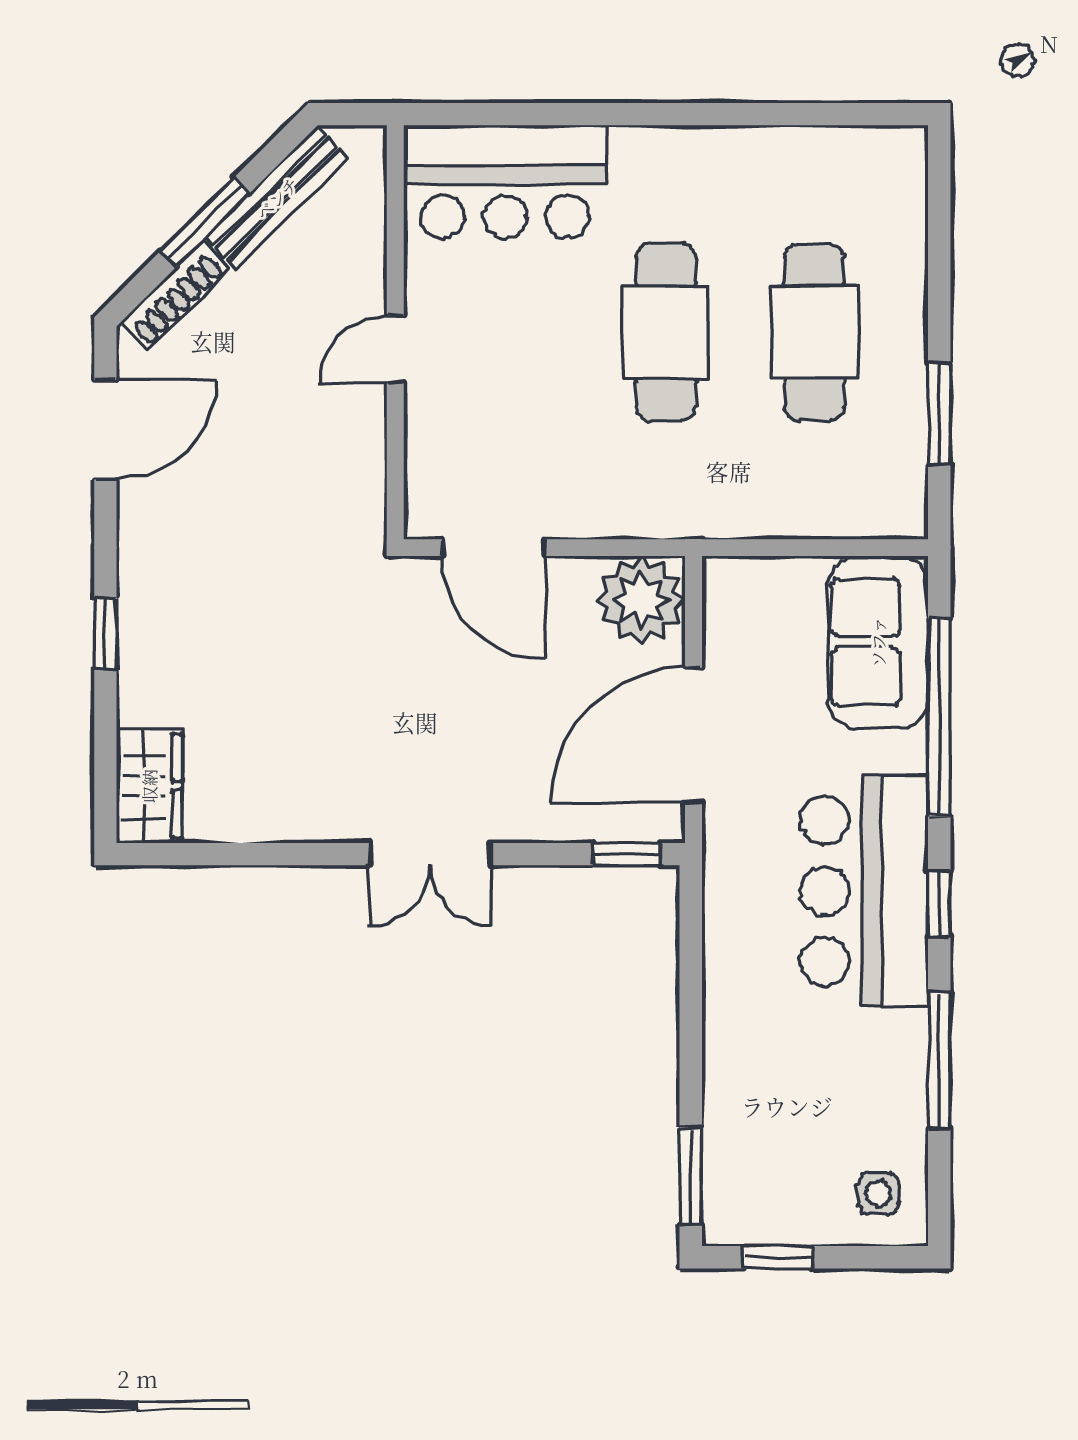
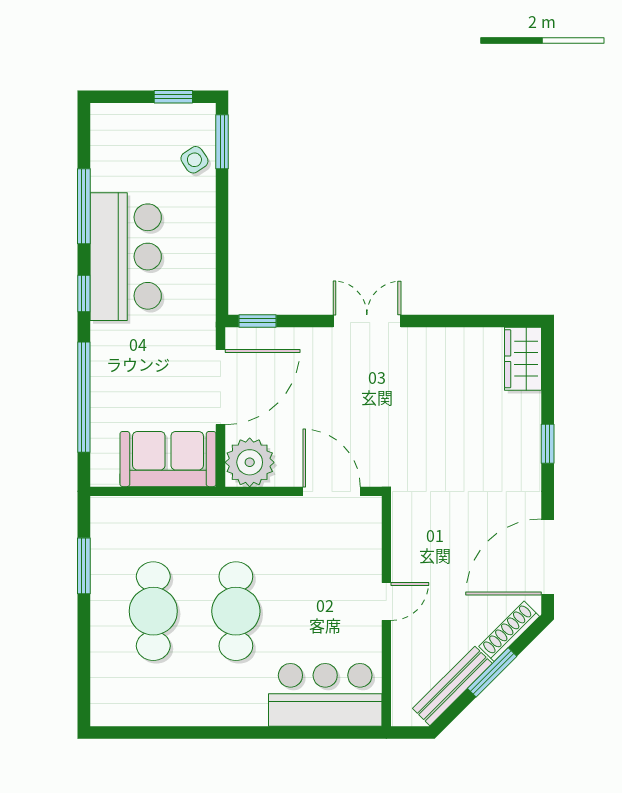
door: (105, 430) -> (548, 557), width x1.36
sofa: (878, 642) -> (168, 459), moved, turned -90
bar counter: (864, 891) -> (126, 257), moved
side table: (878, 1193) -> (194, 160), moved, turned -34

